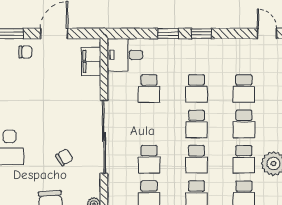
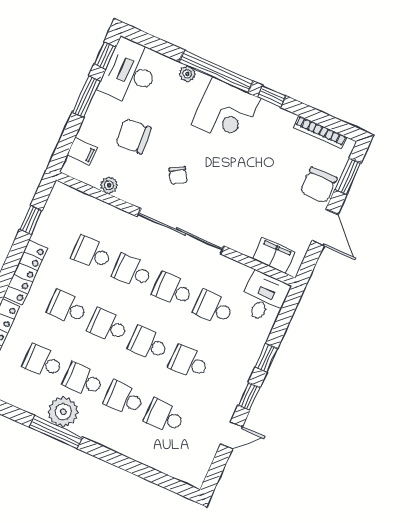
door: (267, 34) -> (232, 435), moved
chair: (25, 52) -> (319, 185), width x1.87, depth x1.87
school desk: (149, 124) -> (173, 290), added

